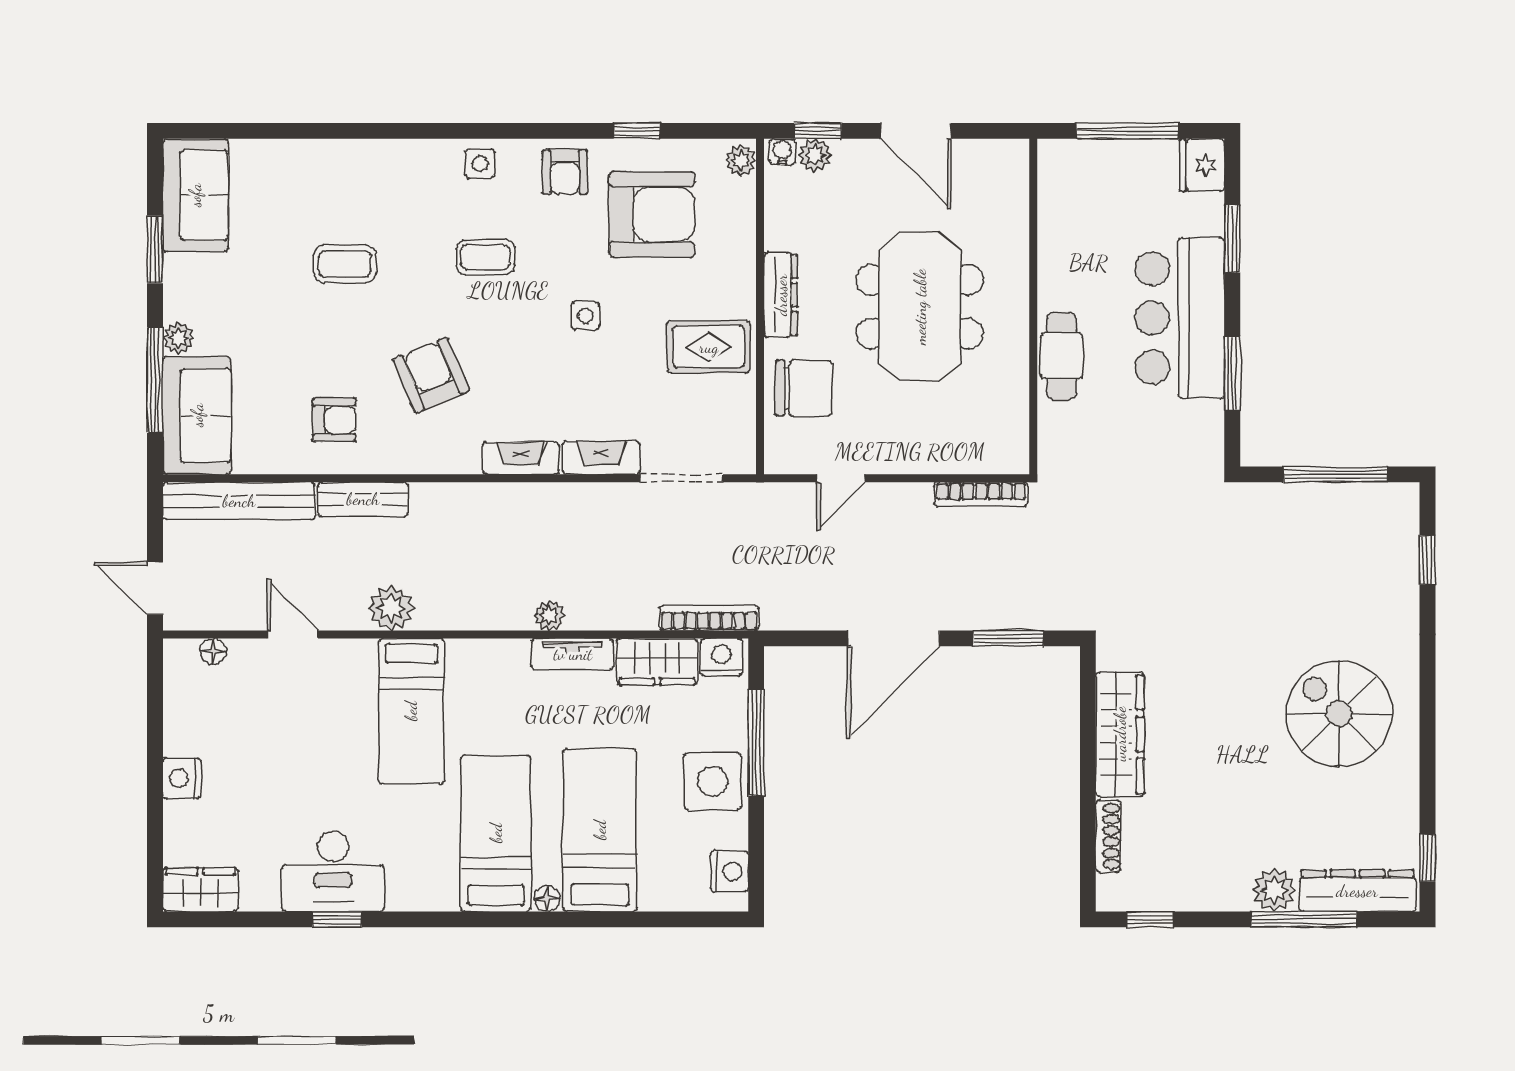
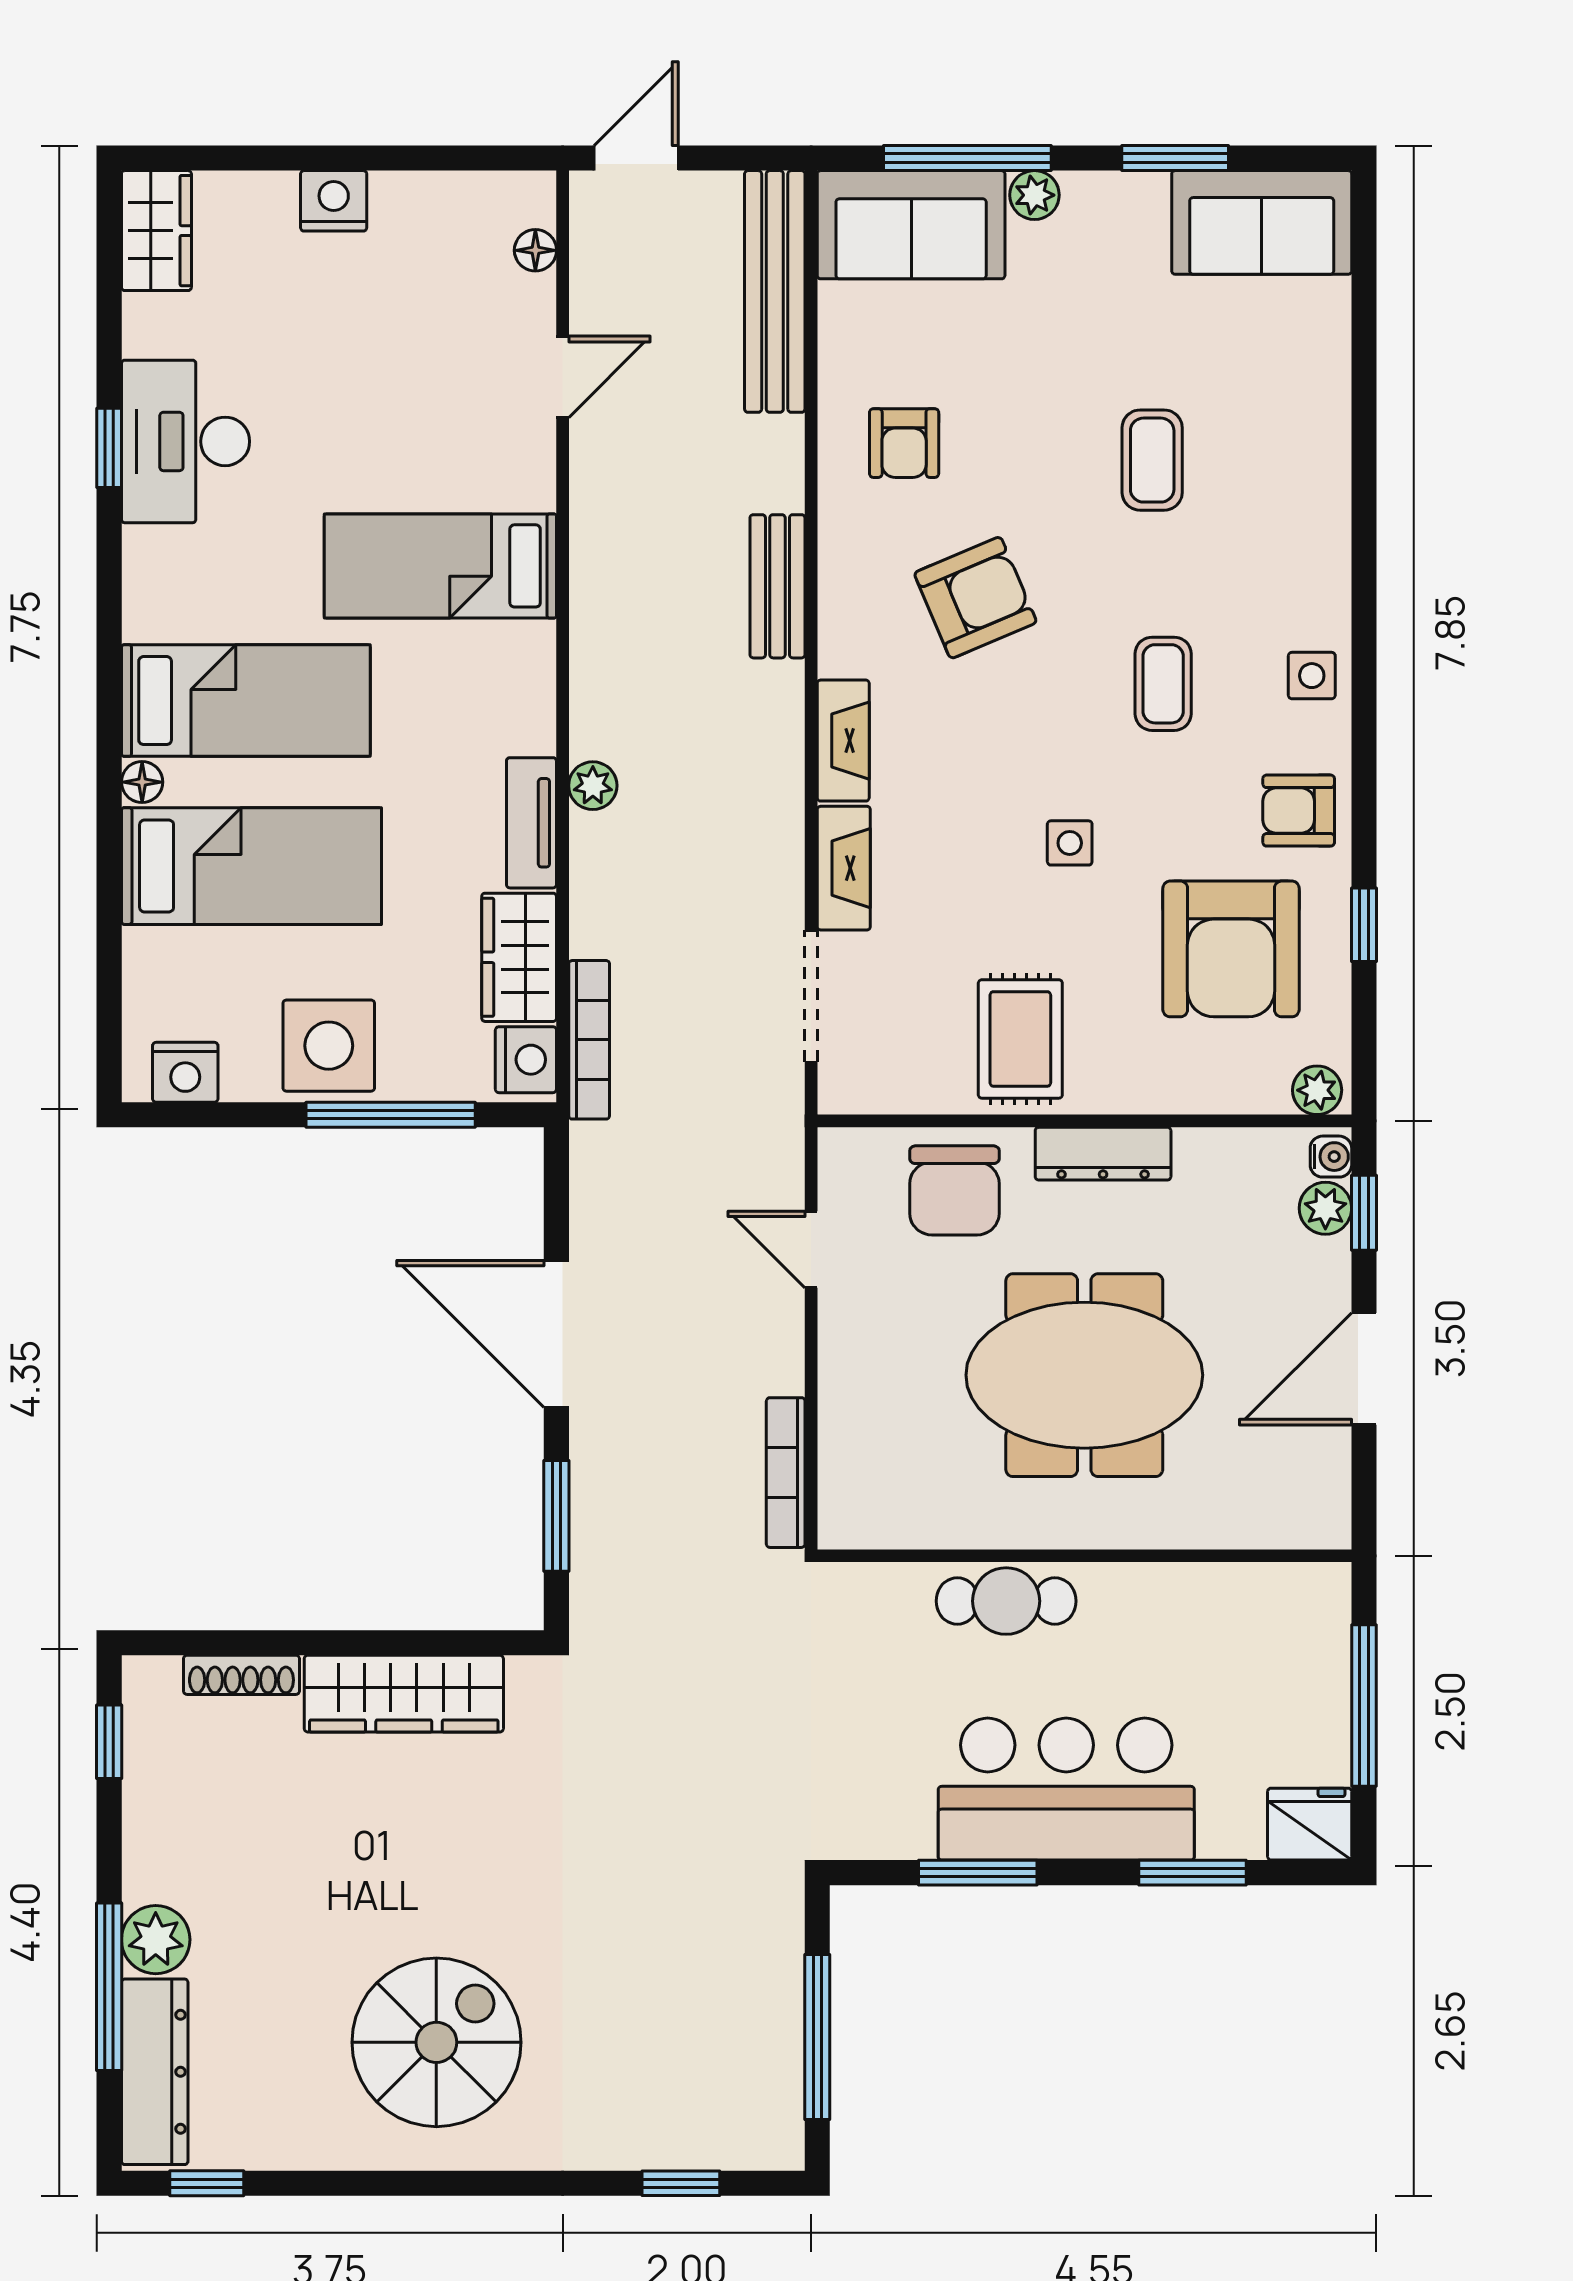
bench: (363, 499) -> (777, 586), moved
plant: (391, 608) -> (605, 534), removed

